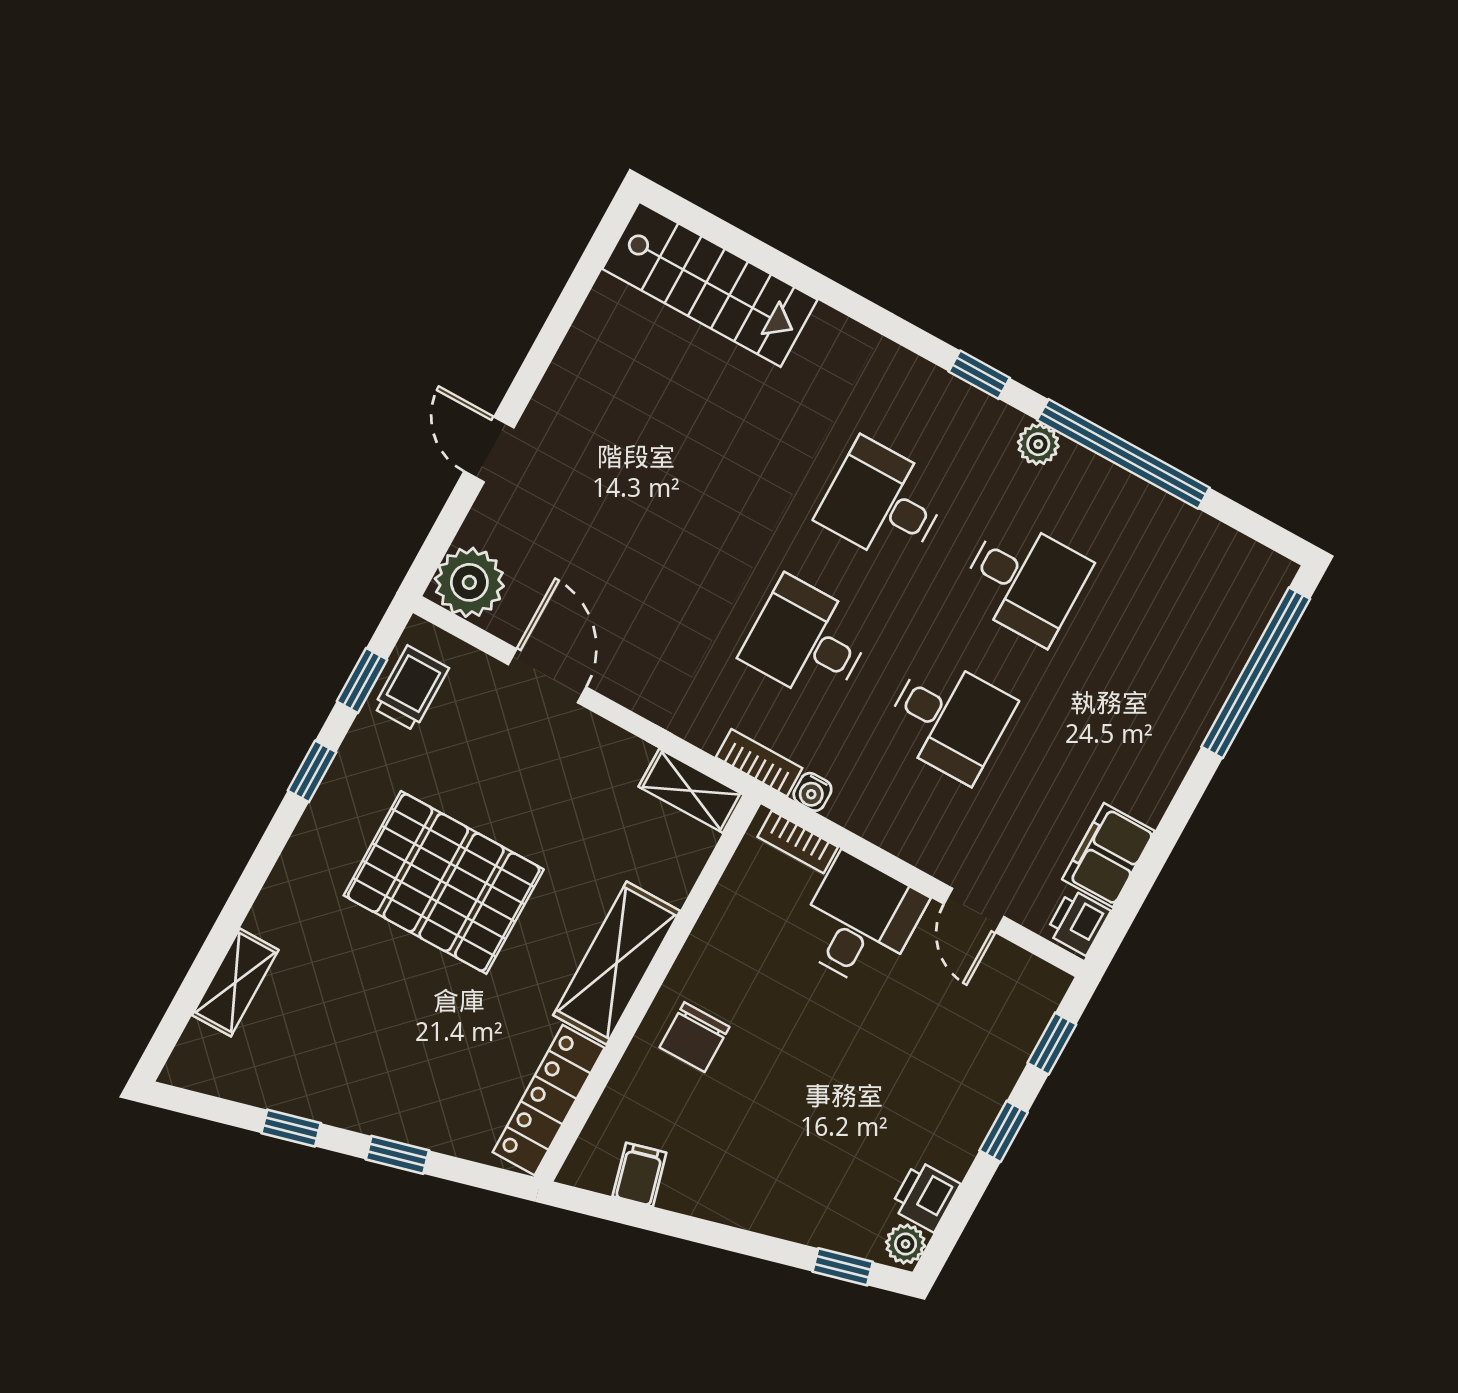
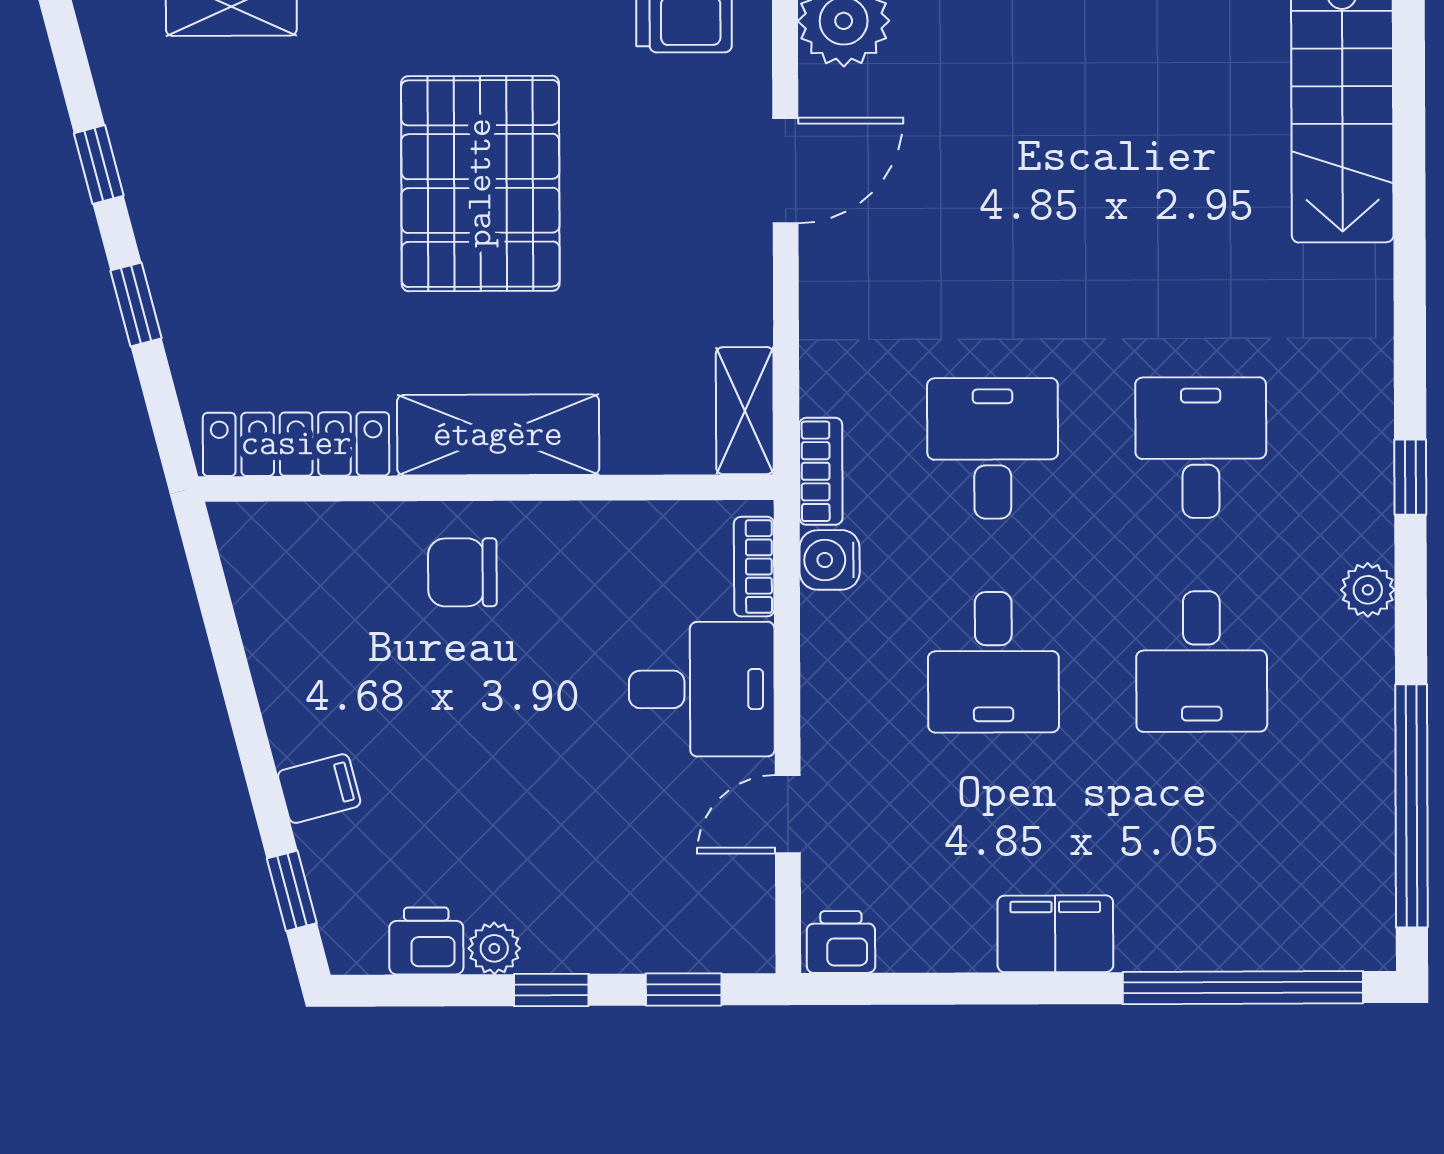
window: (1123, 454) -> (1411, 806), moved
water cooler: (812, 792) -> (830, 560), width x1.38, depth x1.38
filing cabinet: (1108, 855) -> (1055, 934), moved
filing cabinet: (639, 1175) -> (319, 789), moved
plant: (906, 1244) -> (494, 948), moved

